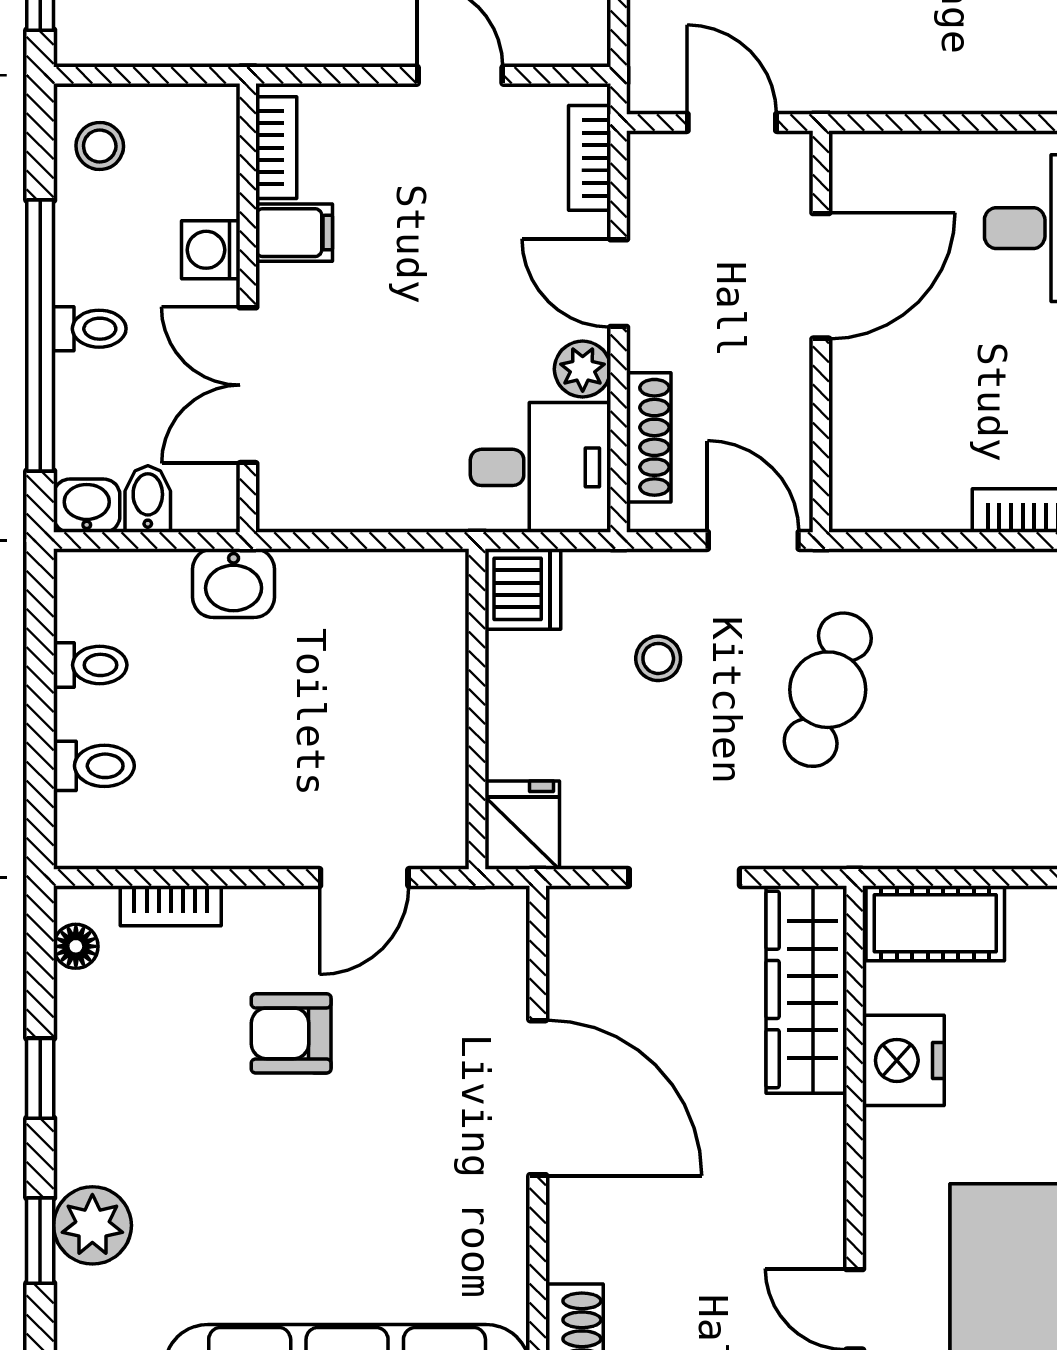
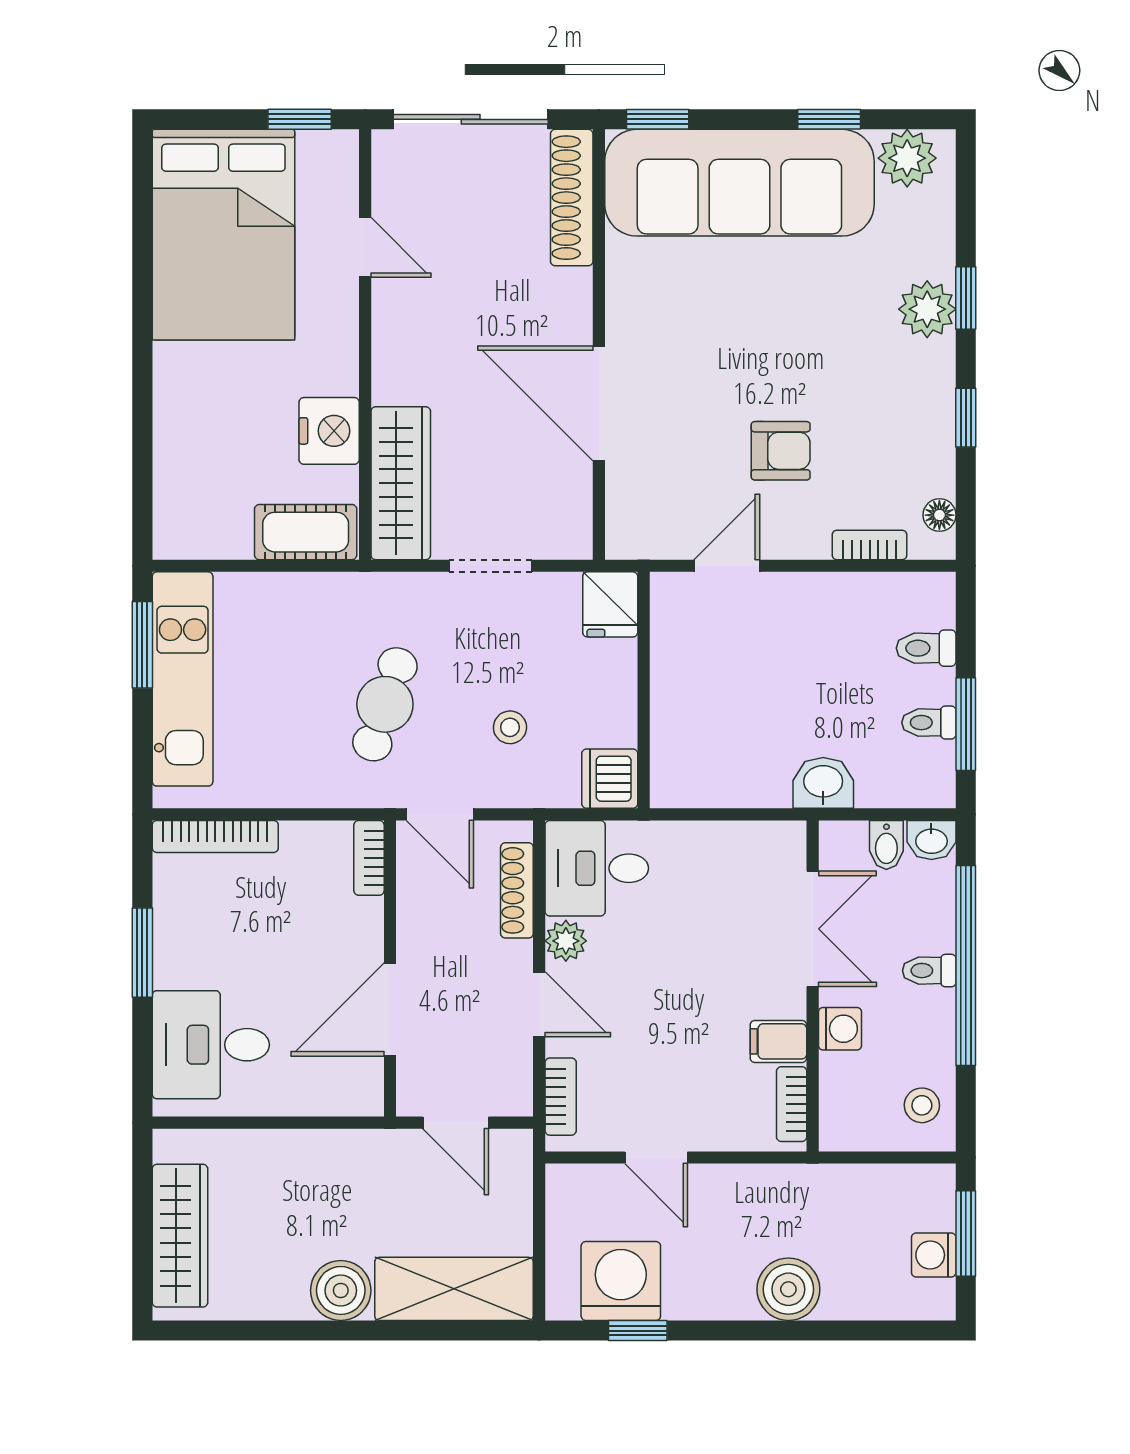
bookcase: (849, 481) -> (369, 858), added
window: (40, 663) -> (966, 724), added

